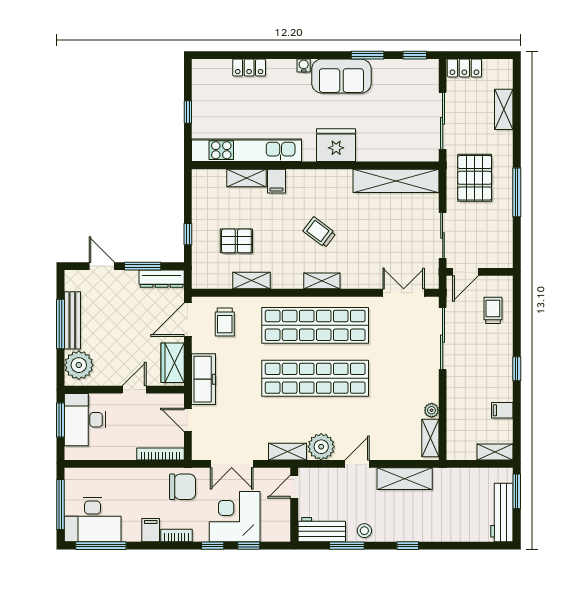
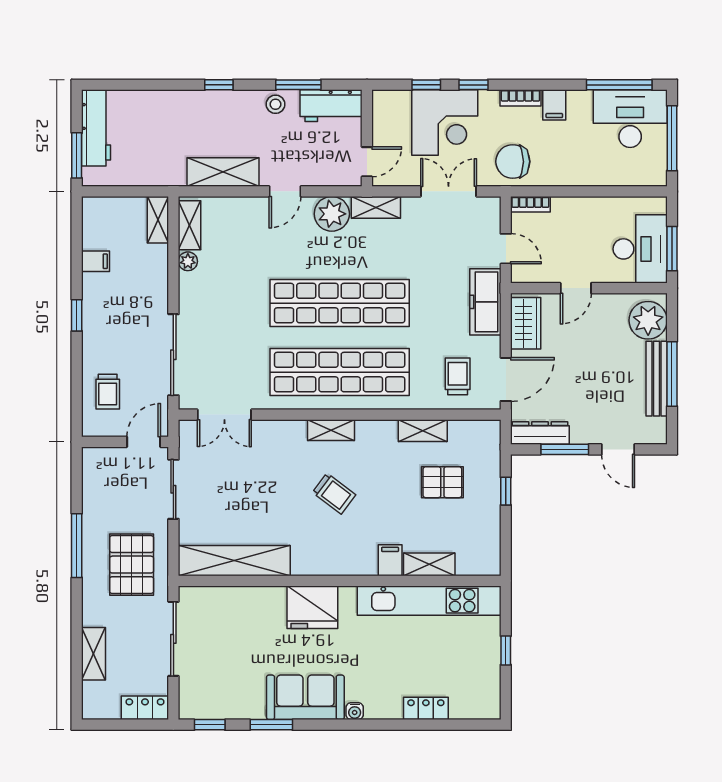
shelving: (495, 452) -> (158, 220), moved, turned 90
bookcase: (160, 454) -> (530, 204), width x0.64

